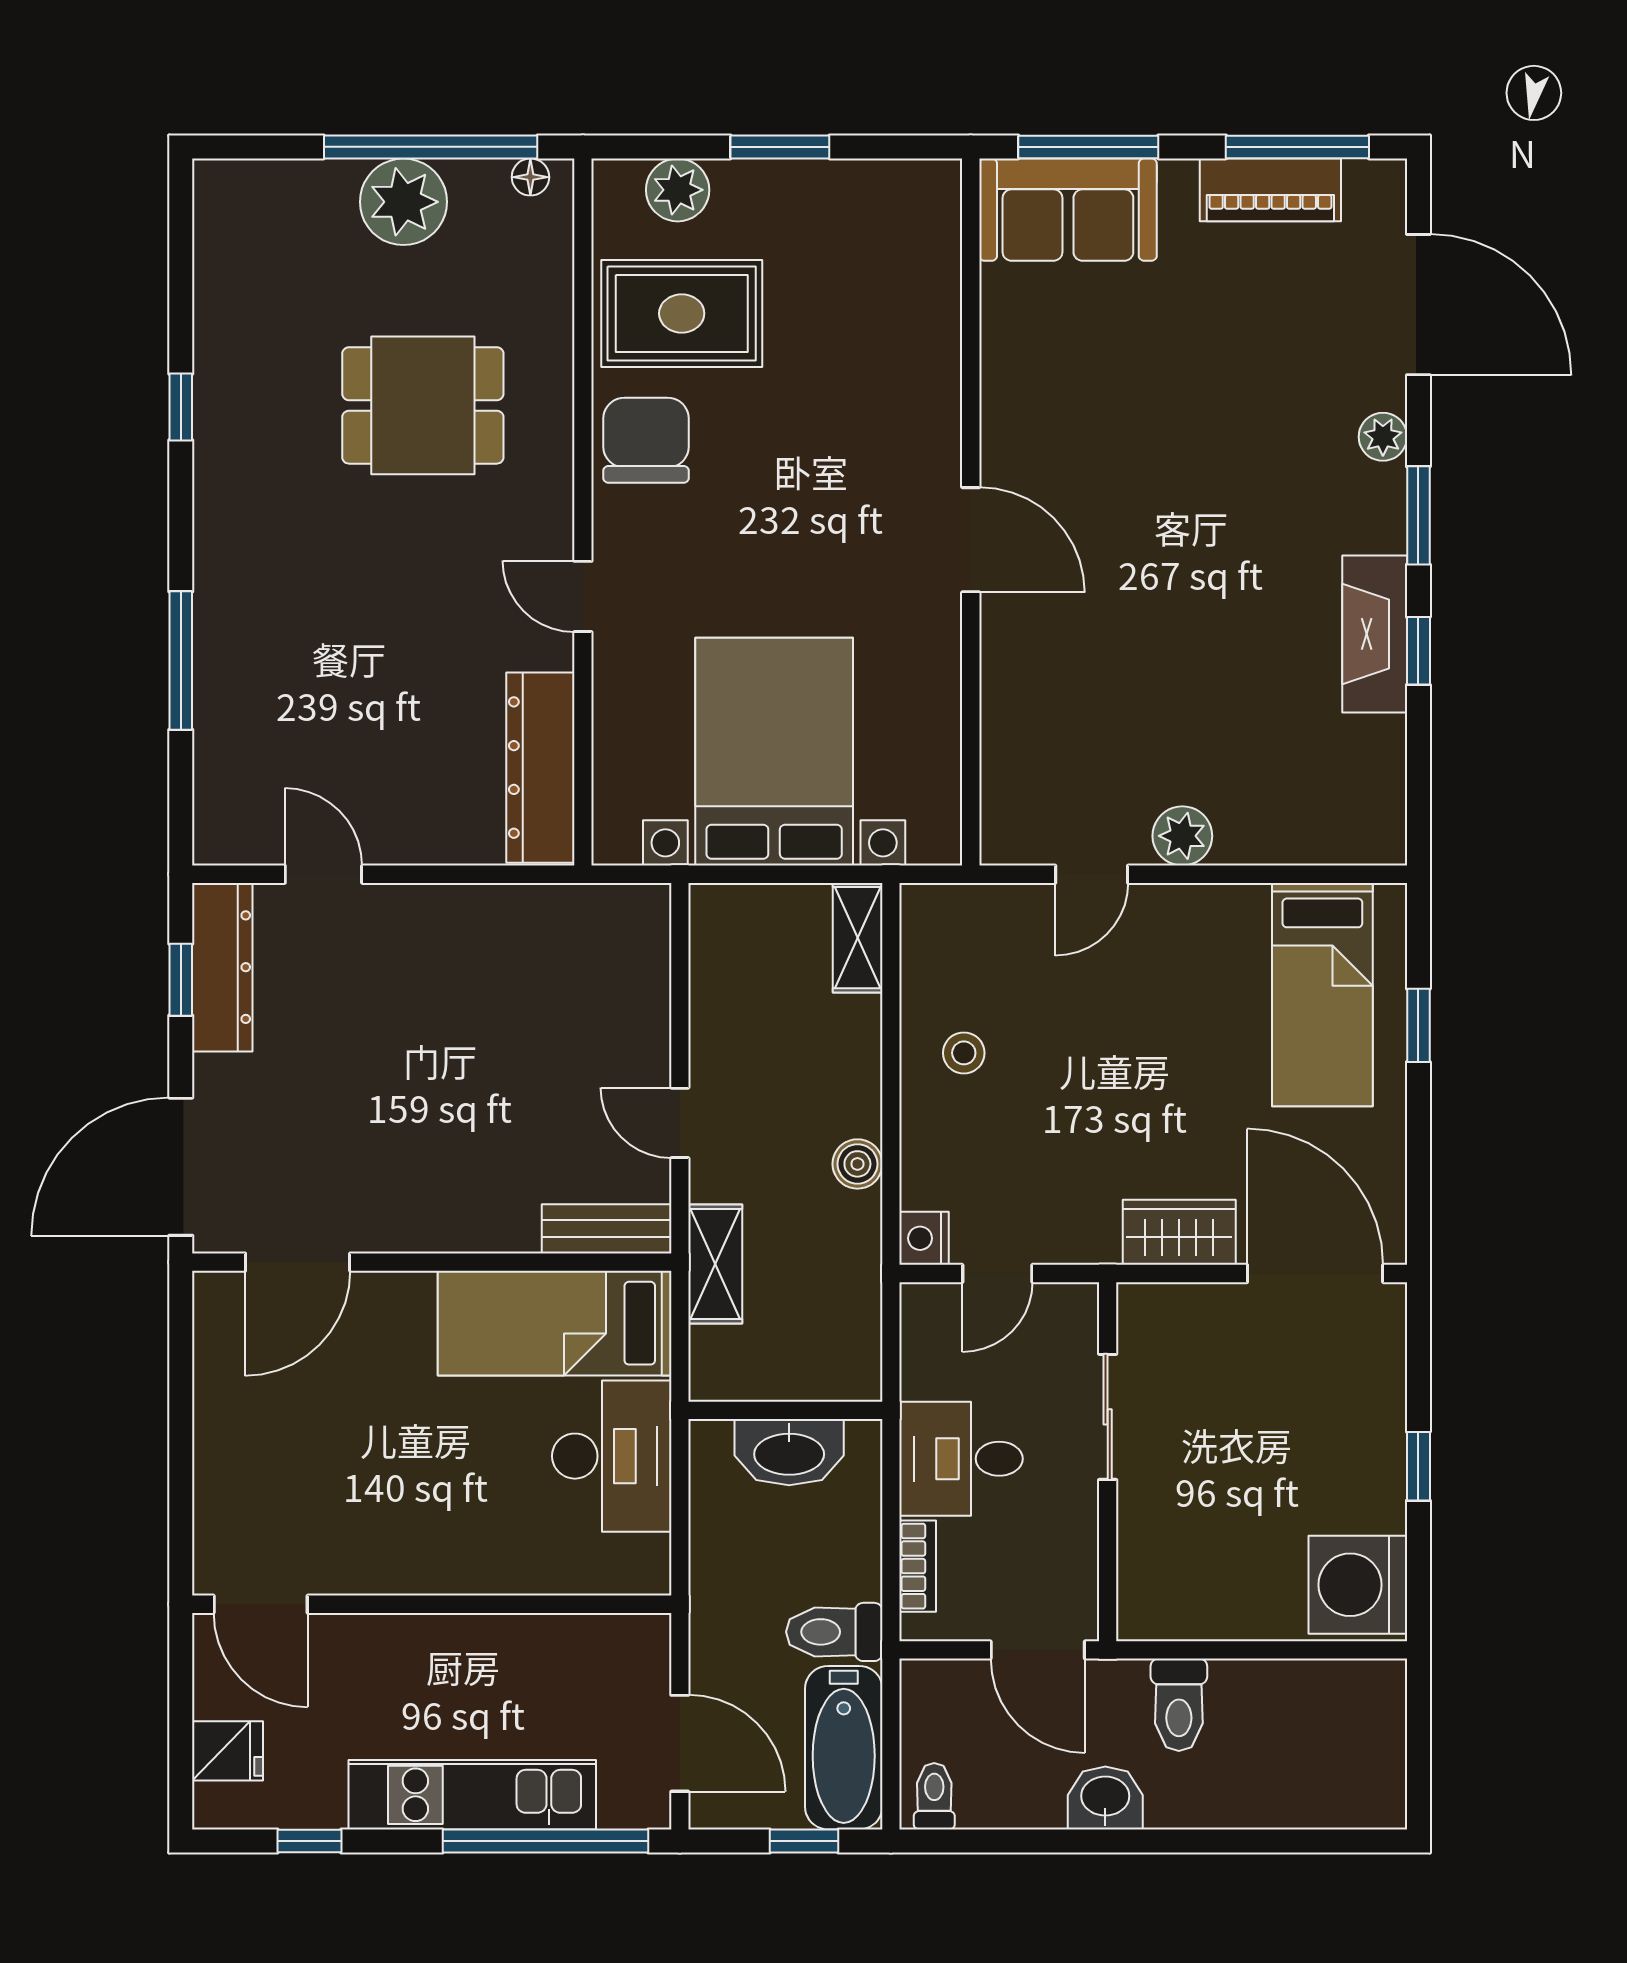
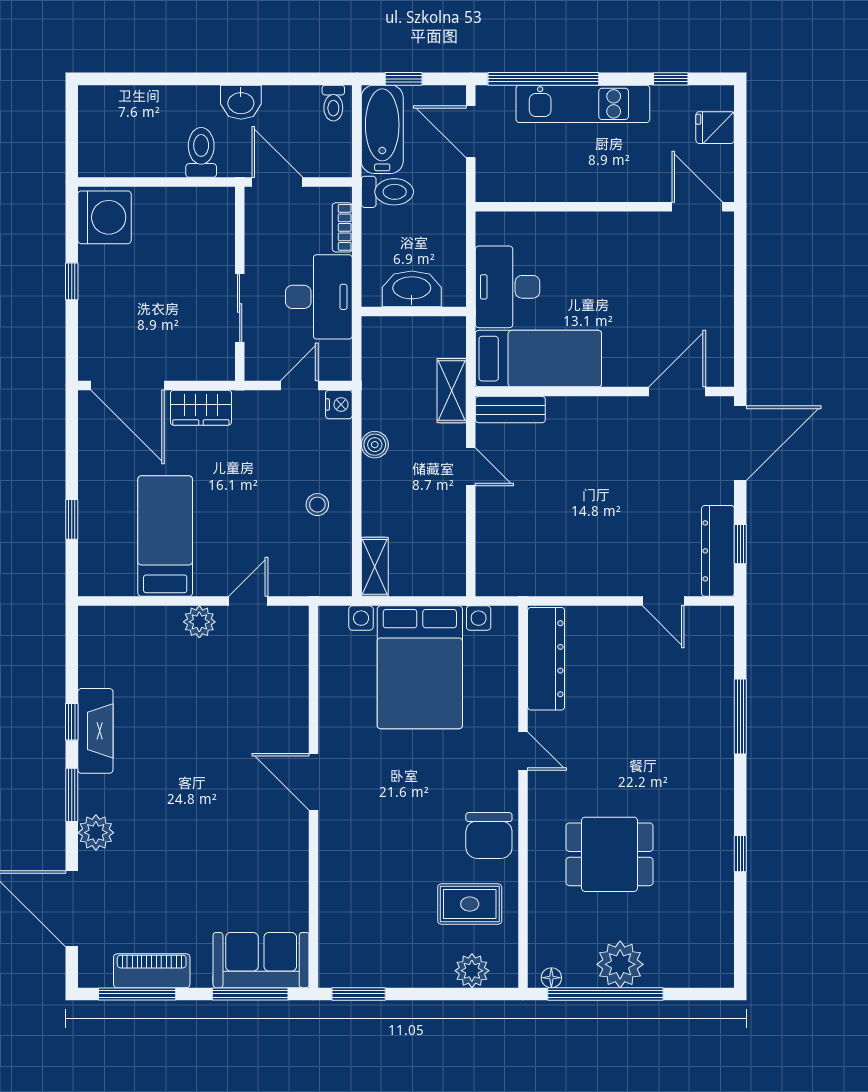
window: (780, 147) -> (359, 994), moved
rug: (682, 313) -> (470, 904), width x0.73, depth x0.70
plant: (1383, 437) -> (96, 833), width x1.38, depth x1.38
bed: (1322, 995) -> (165, 536), moved
desk: (961, 1459) -> (319, 297), width x1.37

